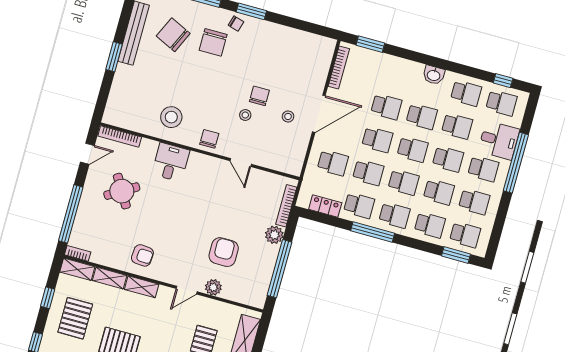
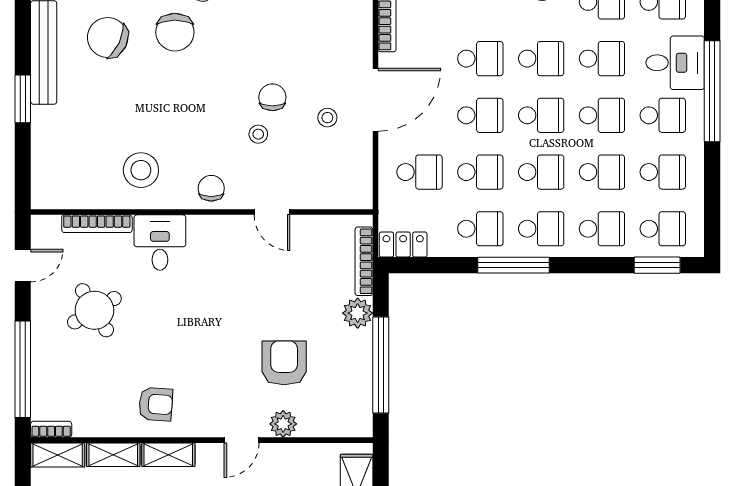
bookcase: (120, 136) -> (97, 224), moved
locker: (325, 206) -> (403, 245), moved

